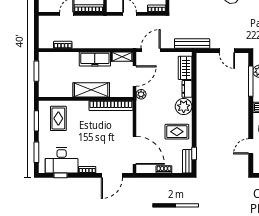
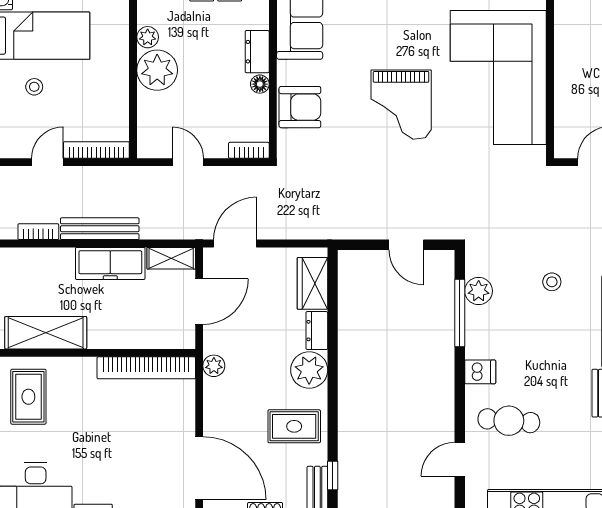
bench: (192, 43) -> (100, 229), moved
shelving: (91, 90) -> (46, 333), moved
plant: (141, 94) -> (214, 366), moved

